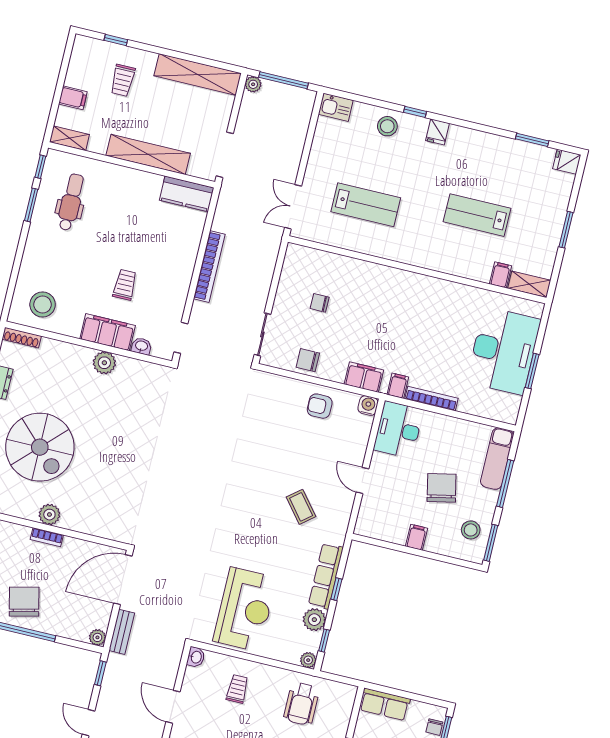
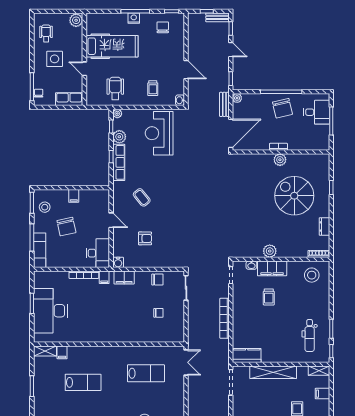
lab bench: (366, 205) -> (146, 373), turned 180
armchair: (320, 406) -> (145, 238), moved

